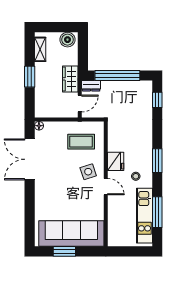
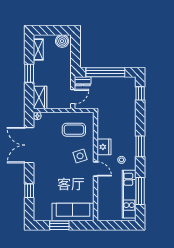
wardrobe: (70, 79) -> (40, 97), moved, turned 180
window: (30, 212) -> (29, 191), added
sofa: (71, 234) -> (73, 212), width x0.74, depth x0.79

